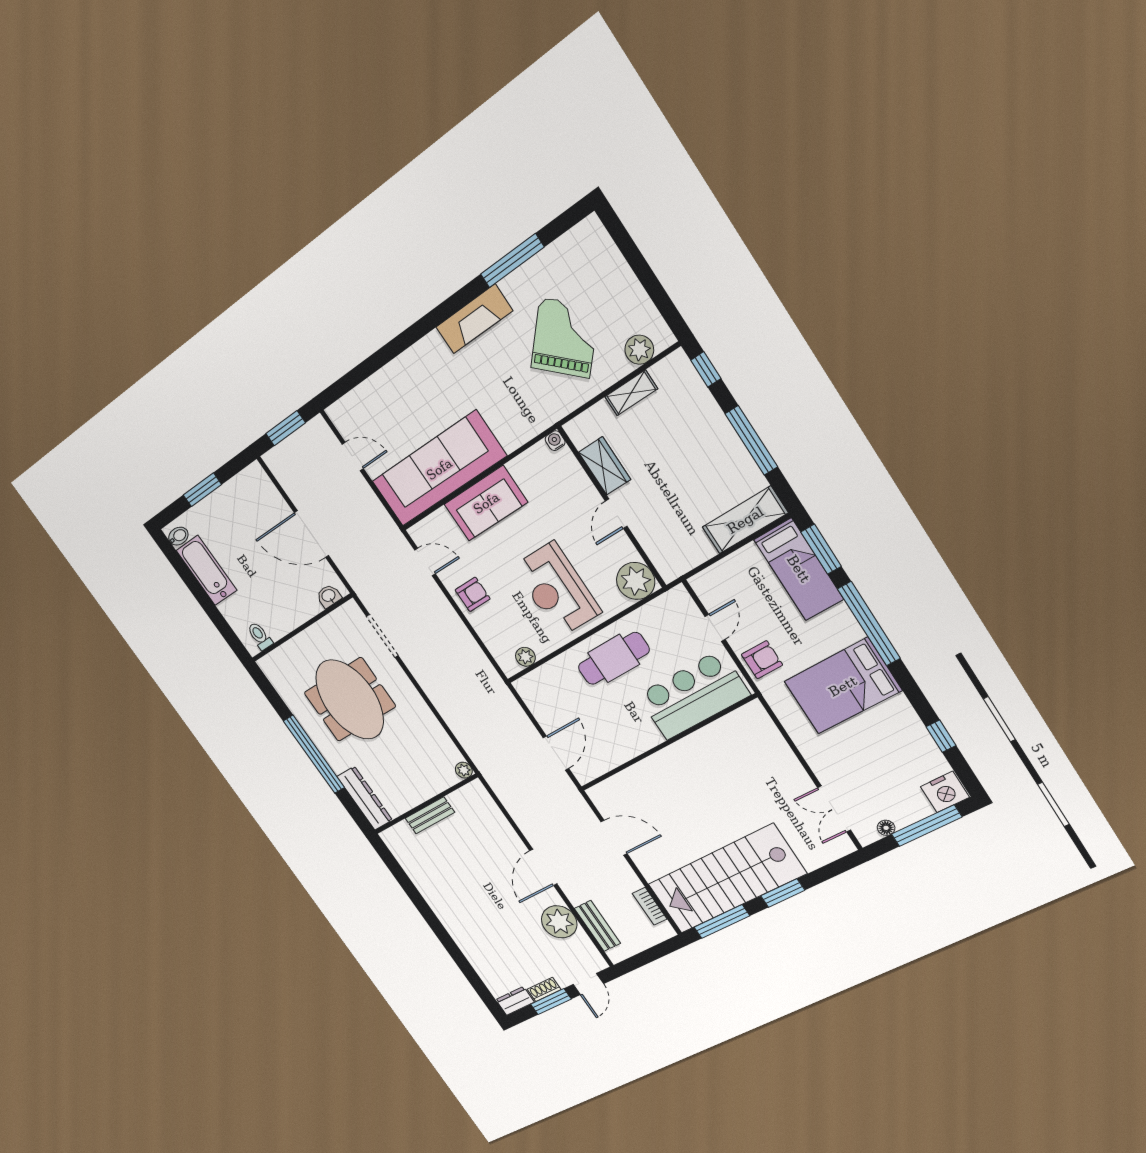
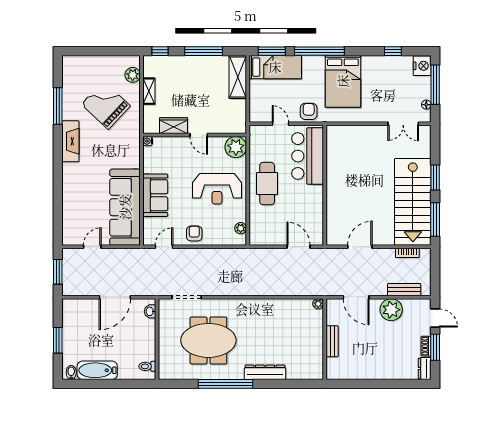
plant: (464, 770) -> (318, 304), moved
wall: (426, 804) -> (325, 339), moved
bench: (430, 815) -> (332, 341), moved

